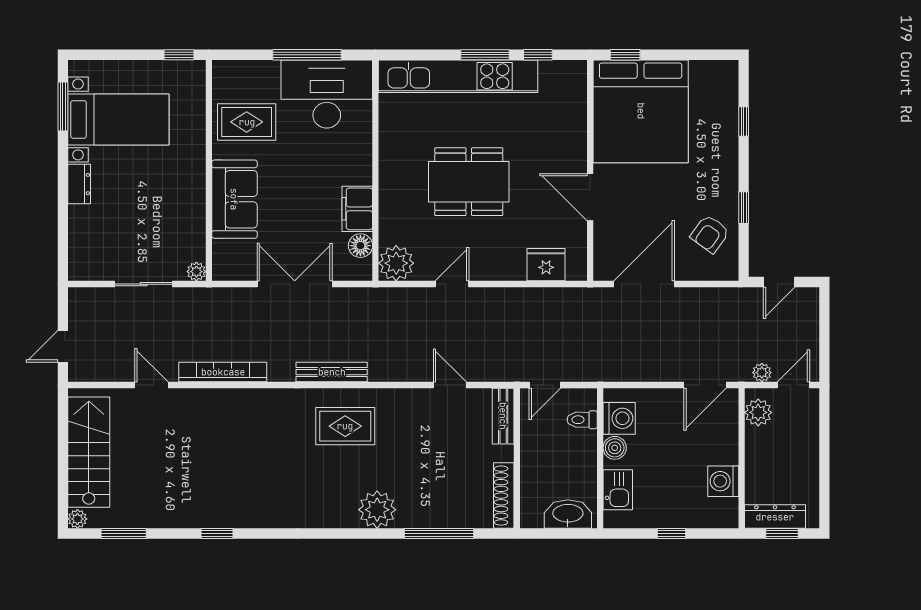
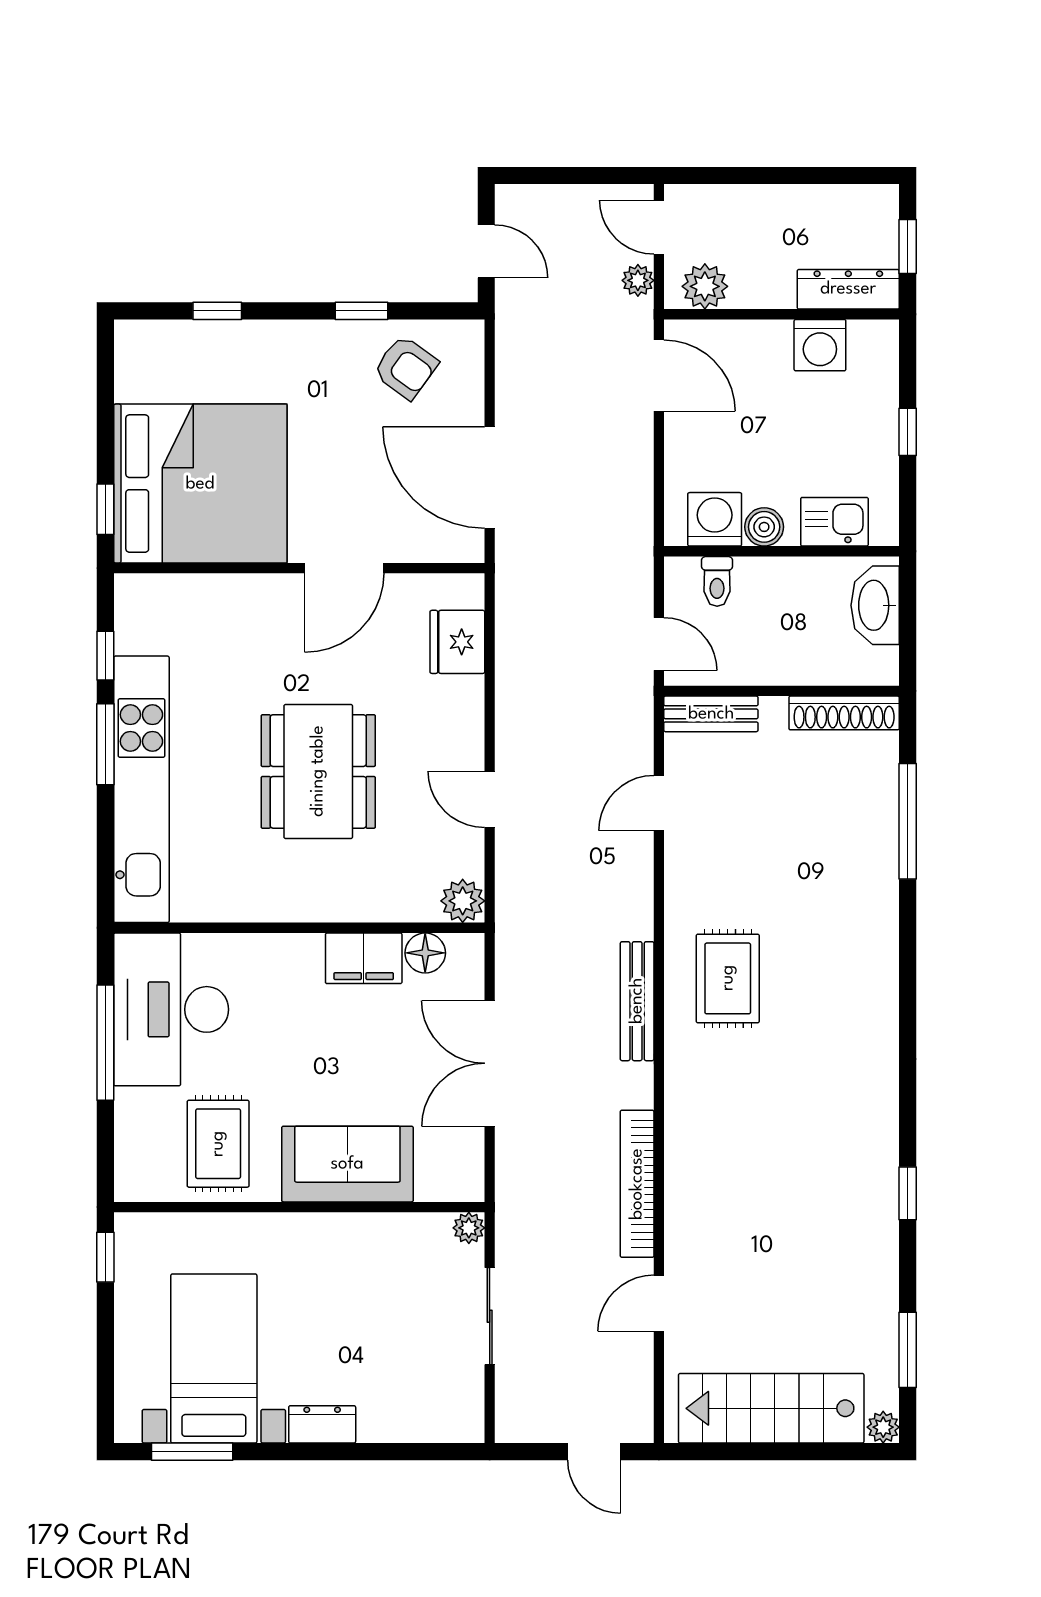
plant: (396, 263) -> (463, 901), width x0.73, depth x0.73
plant: (377, 510) -> (868, 925), removed
dresser: (775, 517) -> (848, 289), moved, turned 90

